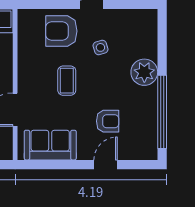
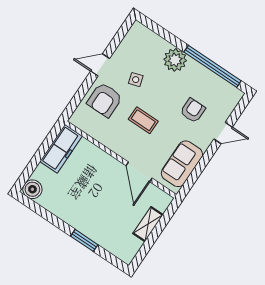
door: (106, 165) -> (223, 133), swing flipped

